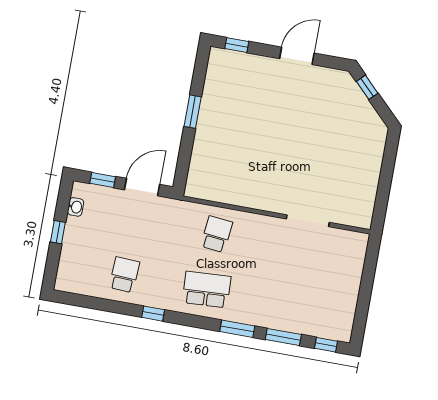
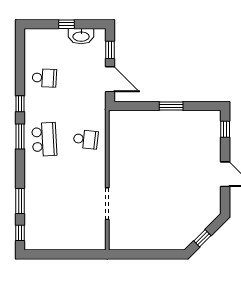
window: (367, 87) -> (202, 238), moved
washbasin: (76, 207) -> (81, 36), width x1.91, depth x1.45
window: (237, 329) -> (20, 136), moved

